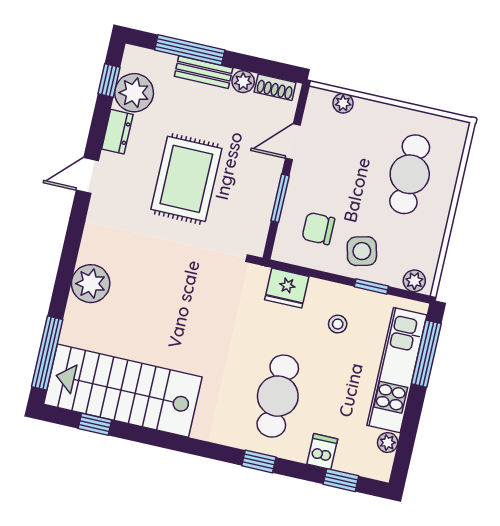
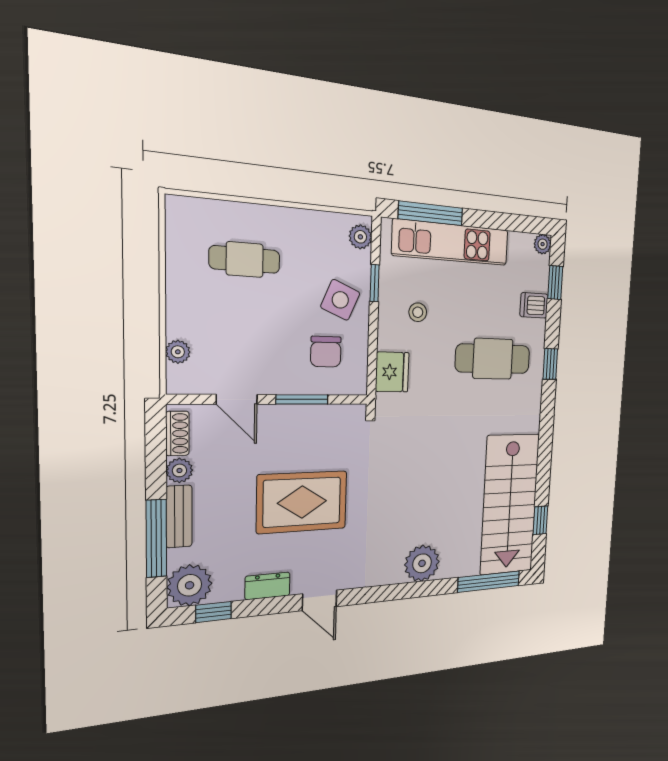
plant: (134, 93) -> (190, 585), moved
cafe table: (410, 174) -> (245, 260), width x0.73, depth x0.74
side table: (362, 251) -> (340, 300), turned 37
plant: (388, 443) -> (543, 244), moved

